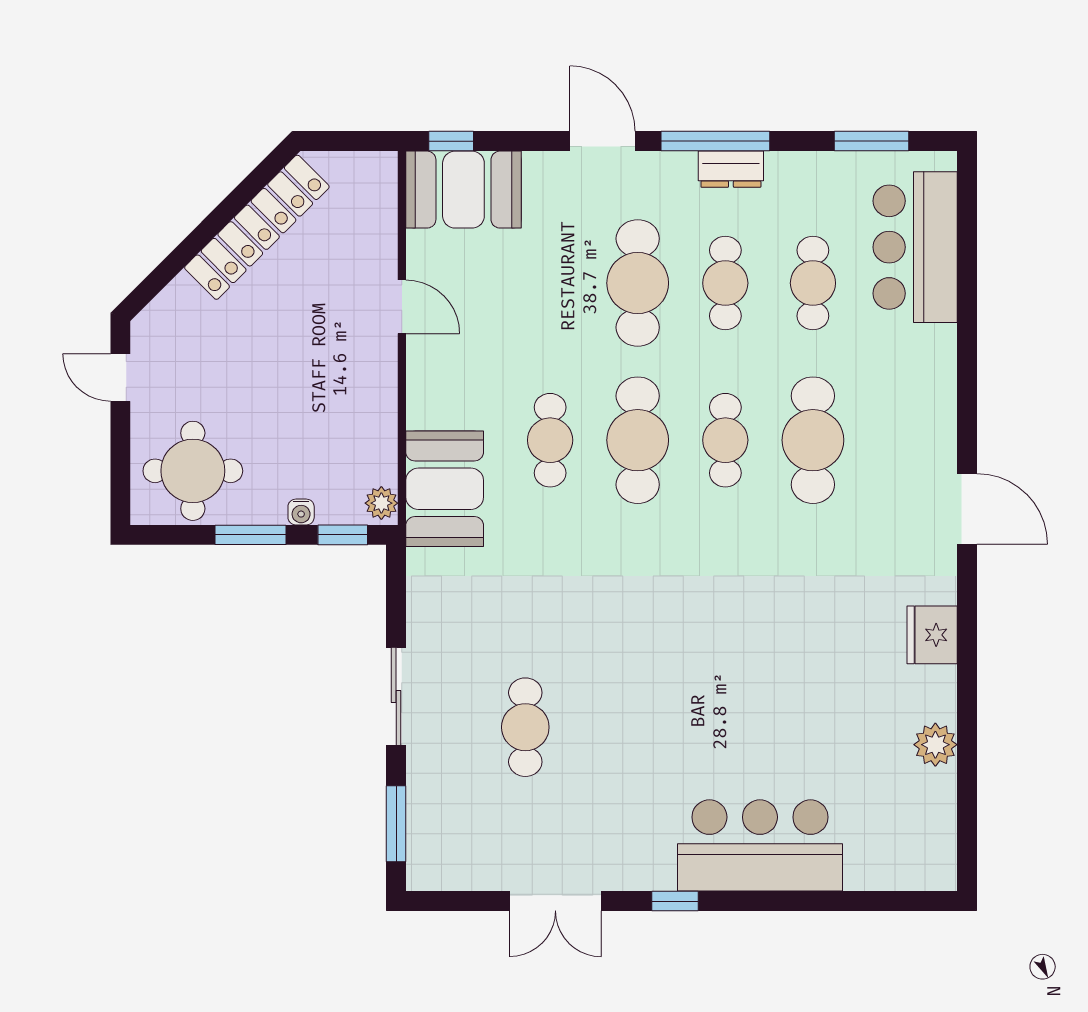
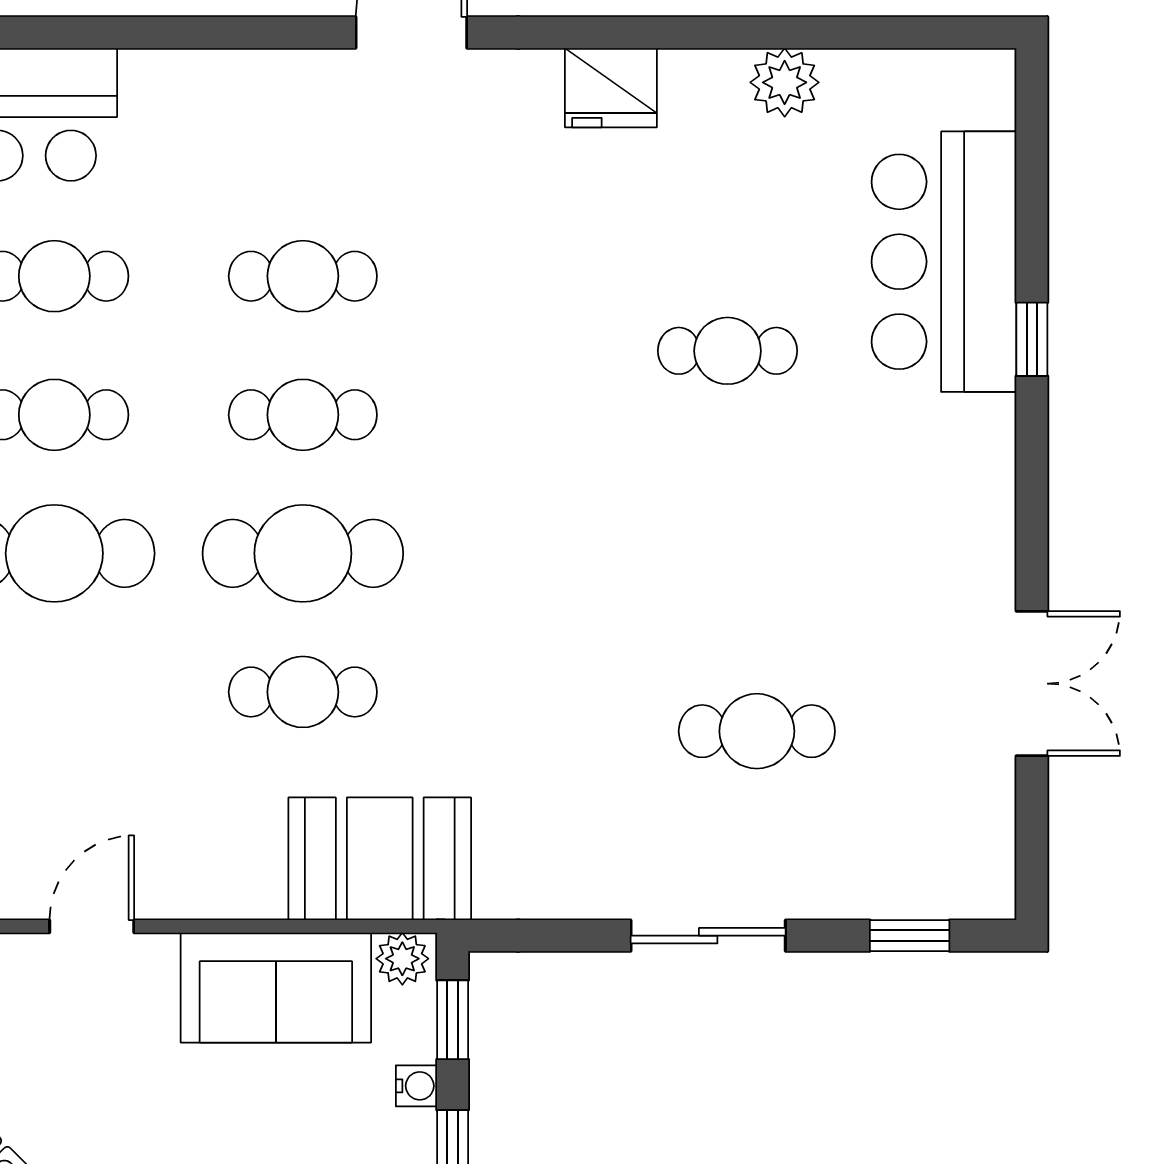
sofa: (363, 423) -> (276, 988), added
cafe table: (813, 440) -> (303, 276), width x0.73, depth x0.74
cafe table: (766, 709) -> (728, 351), added
window: (396, 824) -> (910, 936), width x0.67
bar counter: (760, 845) -> (944, 262), moved
window: (675, 901) -> (1032, 339), moved

